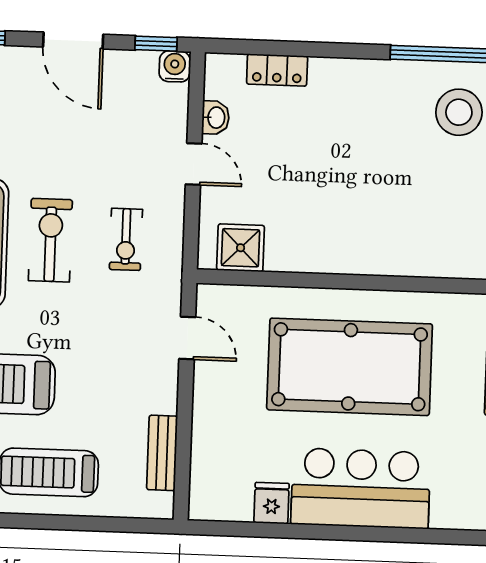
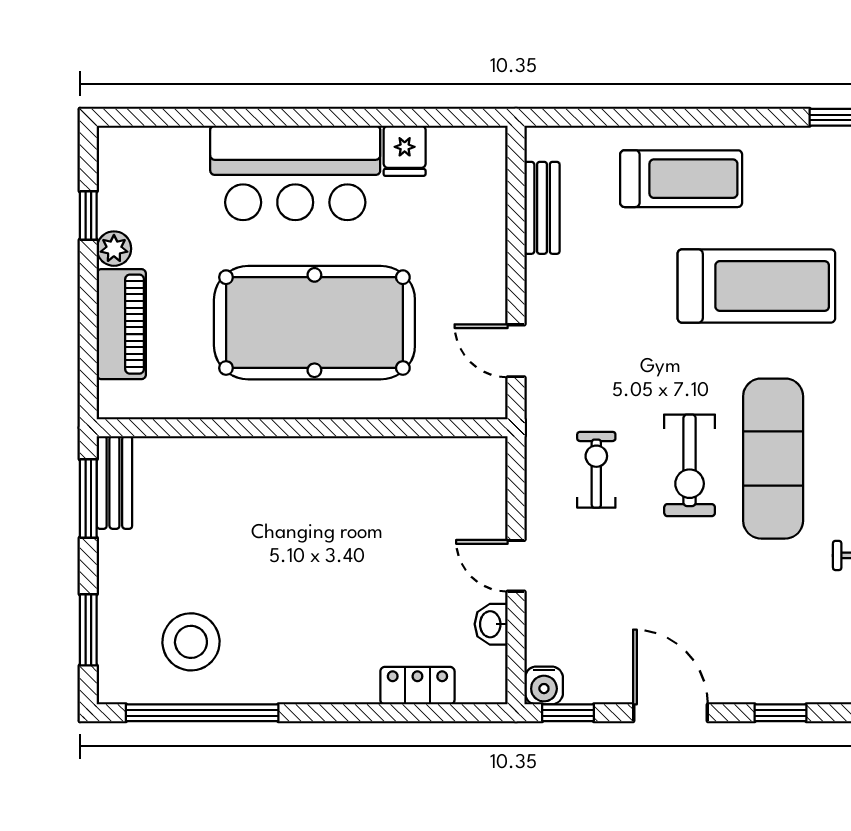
shower: (241, 248) -> (454, 465), removed

